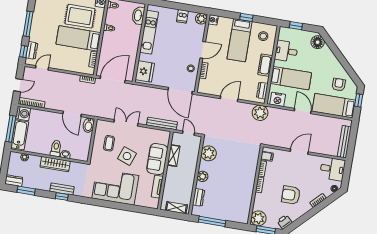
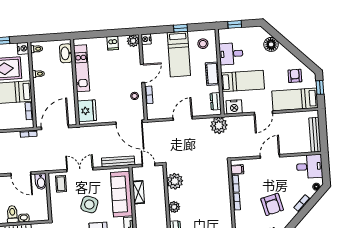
floor lamp: (318, 42) -> (271, 44), moved
door: (303, 111) -> (263, 113), swing flipped
coffee table: (109, 143) -> (61, 184), moved
sofa: (157, 159) -> (122, 194), width x1.36
armchair: (291, 195) -> (272, 204), turned -104

